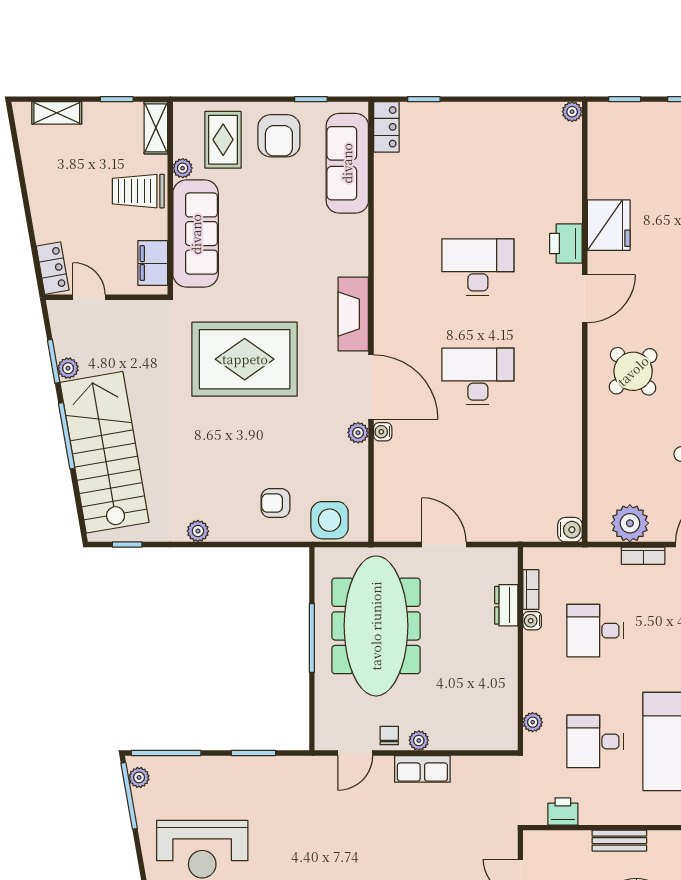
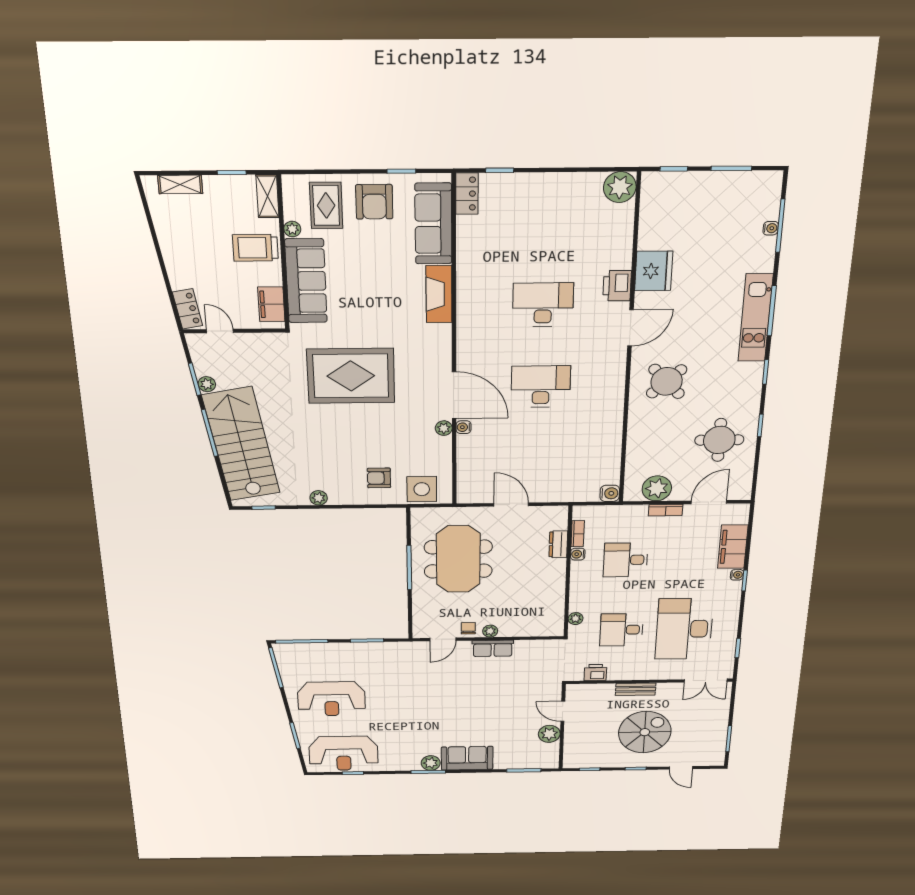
plant: (572, 112) -> (620, 187), width x1.87, depth x1.87
fireplace: (353, 314) -> (439, 294), moved
meeting table: (376, 626) -> (458, 559), width x0.73
plant: (139, 777) -> (282, 657), removed

